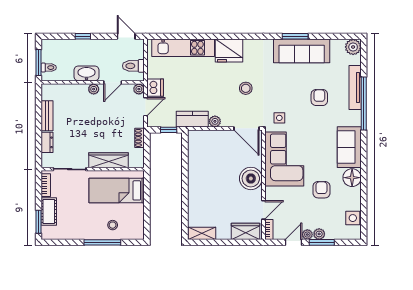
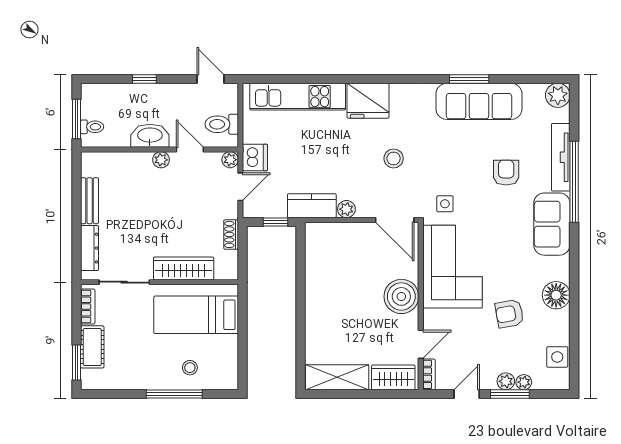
door: (113, 82) -> (190, 149), swing flipped
dresser: (47, 142) -> (90, 248), width x1.44
sofa: (349, 147) -> (552, 224), moved
armchair: (321, 190) -> (509, 314), turned -100
shelving: (202, 233) -> (337, 377), width x1.50, depth x1.33
plant: (307, 235) -> (524, 382), moved

